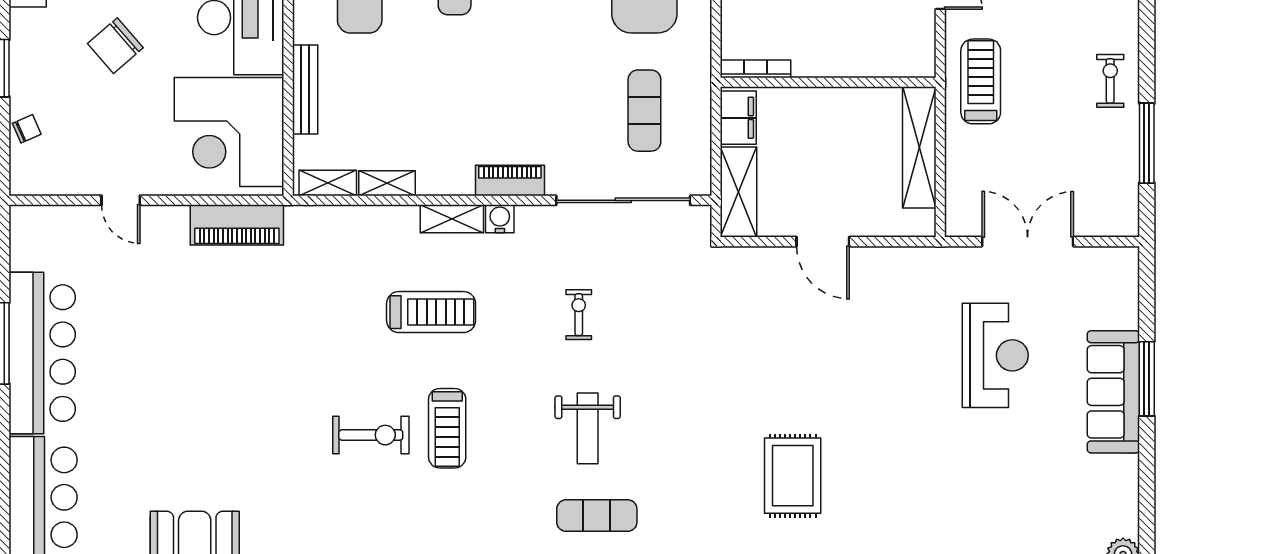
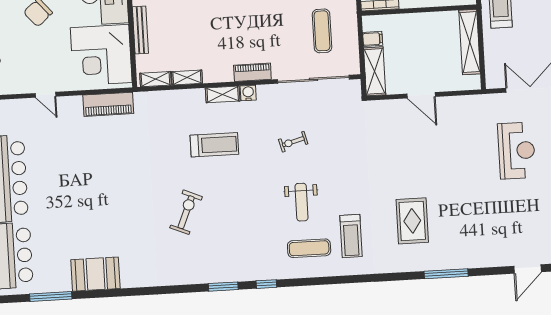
filing cabinet: (738, 118) -> (373, 39), width x0.50
exercise bike: (579, 315) -> (293, 142), turned -105
treadmill: (447, 428) -> (351, 236), moved
exercise bike: (371, 435) -> (186, 212), turned -67

